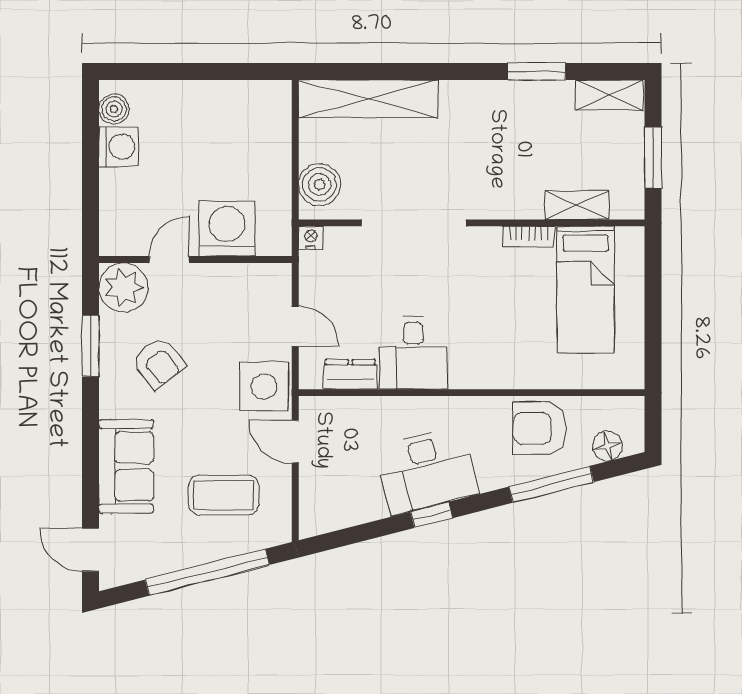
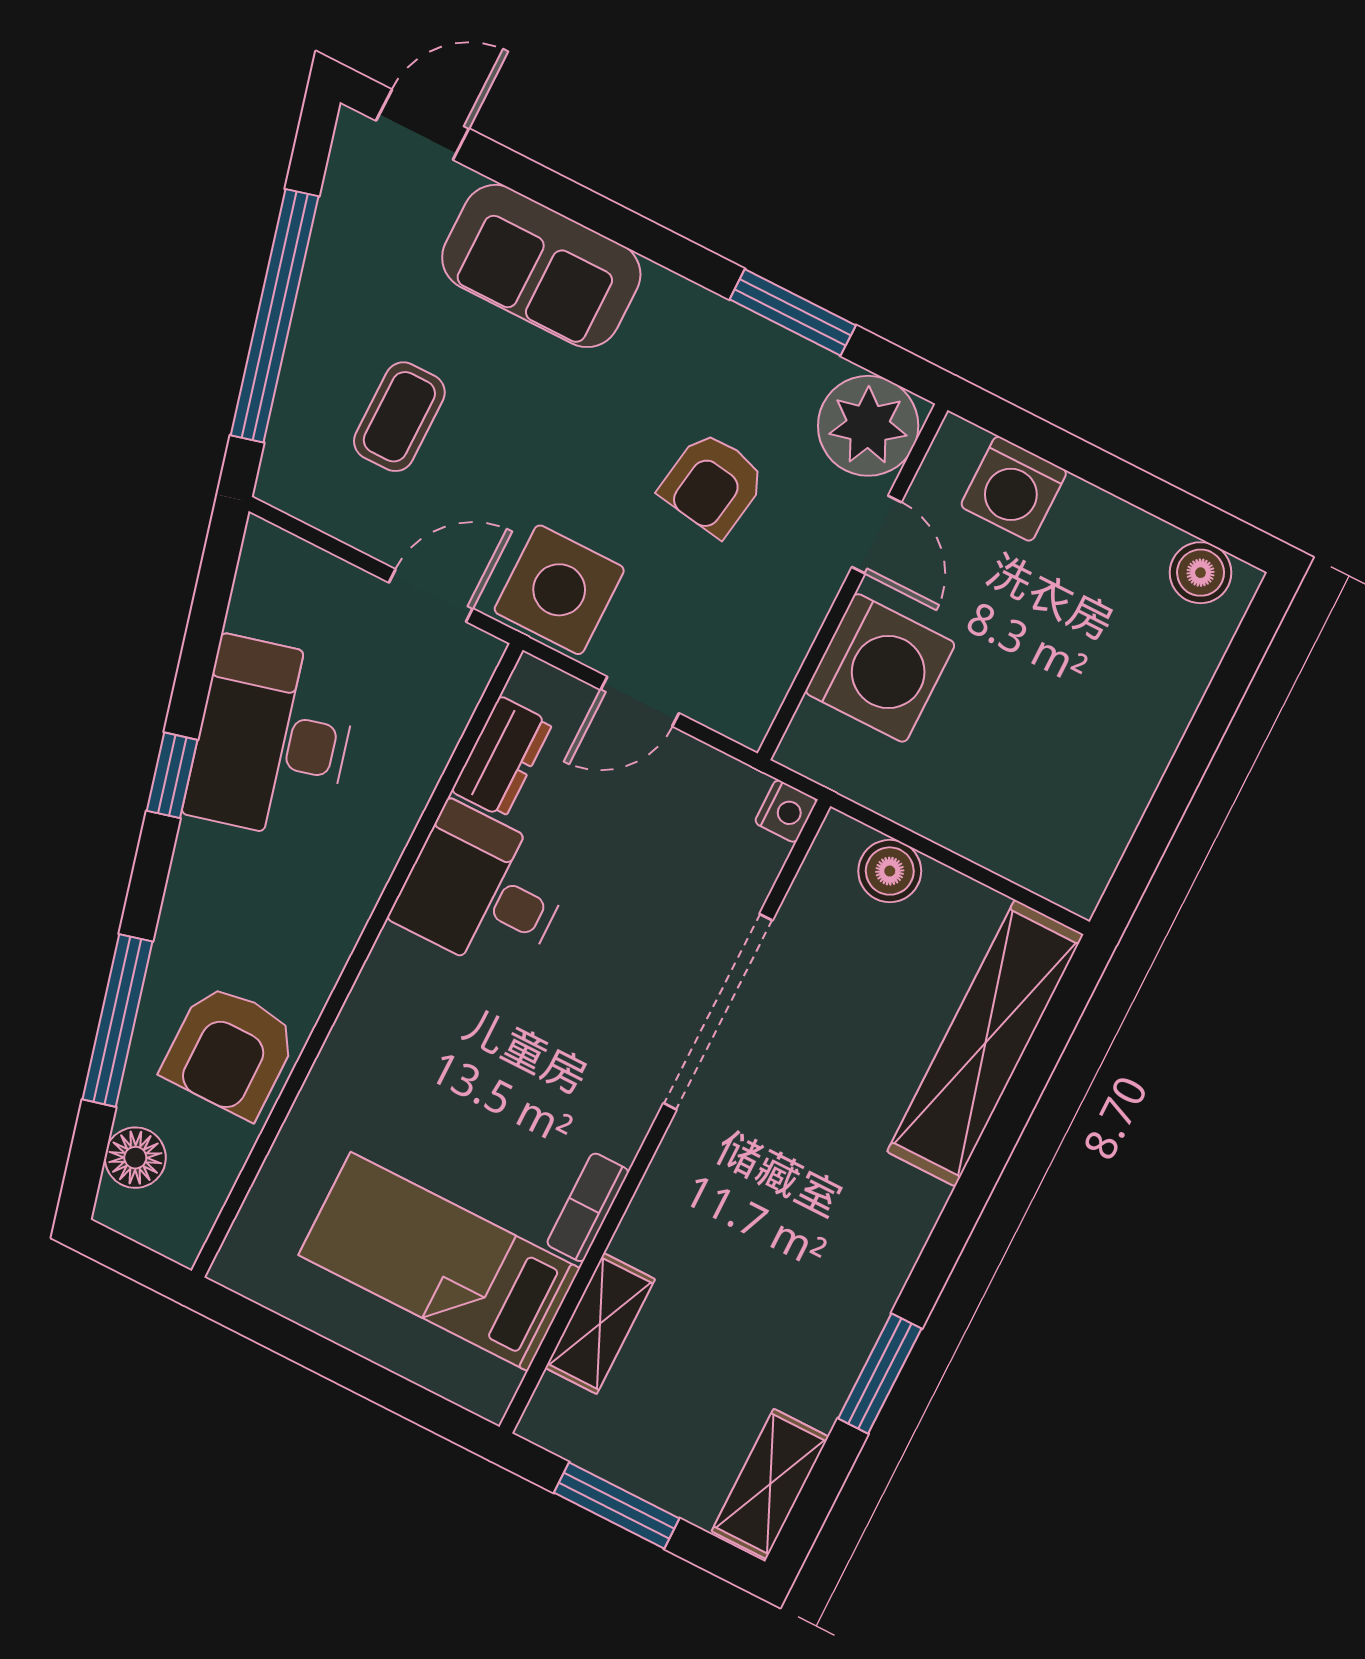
washing machine: (119, 147) -> (1014, 489), moved
boiler: (320, 185) -> (890, 871), width x0.73, depth x0.73
armchair: (159, 363) -> (713, 484), moved, turned -42
armchair: (540, 428) -> (230, 1051), turned 180
desk: (427, 470) -> (273, 739), moved
coffee table: (224, 495) -> (399, 417), width x0.73, depth x0.77

